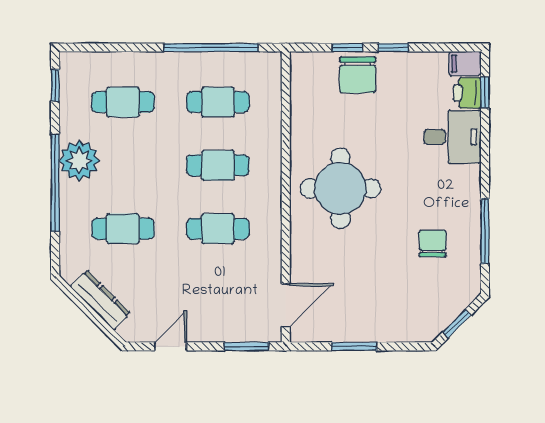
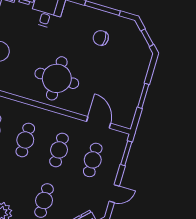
cafe table: (218, 292) -> (93, 160), added
door: (286, 305) -> (99, 122), moved
door: (171, 346) -> (114, 194), swing flipped

